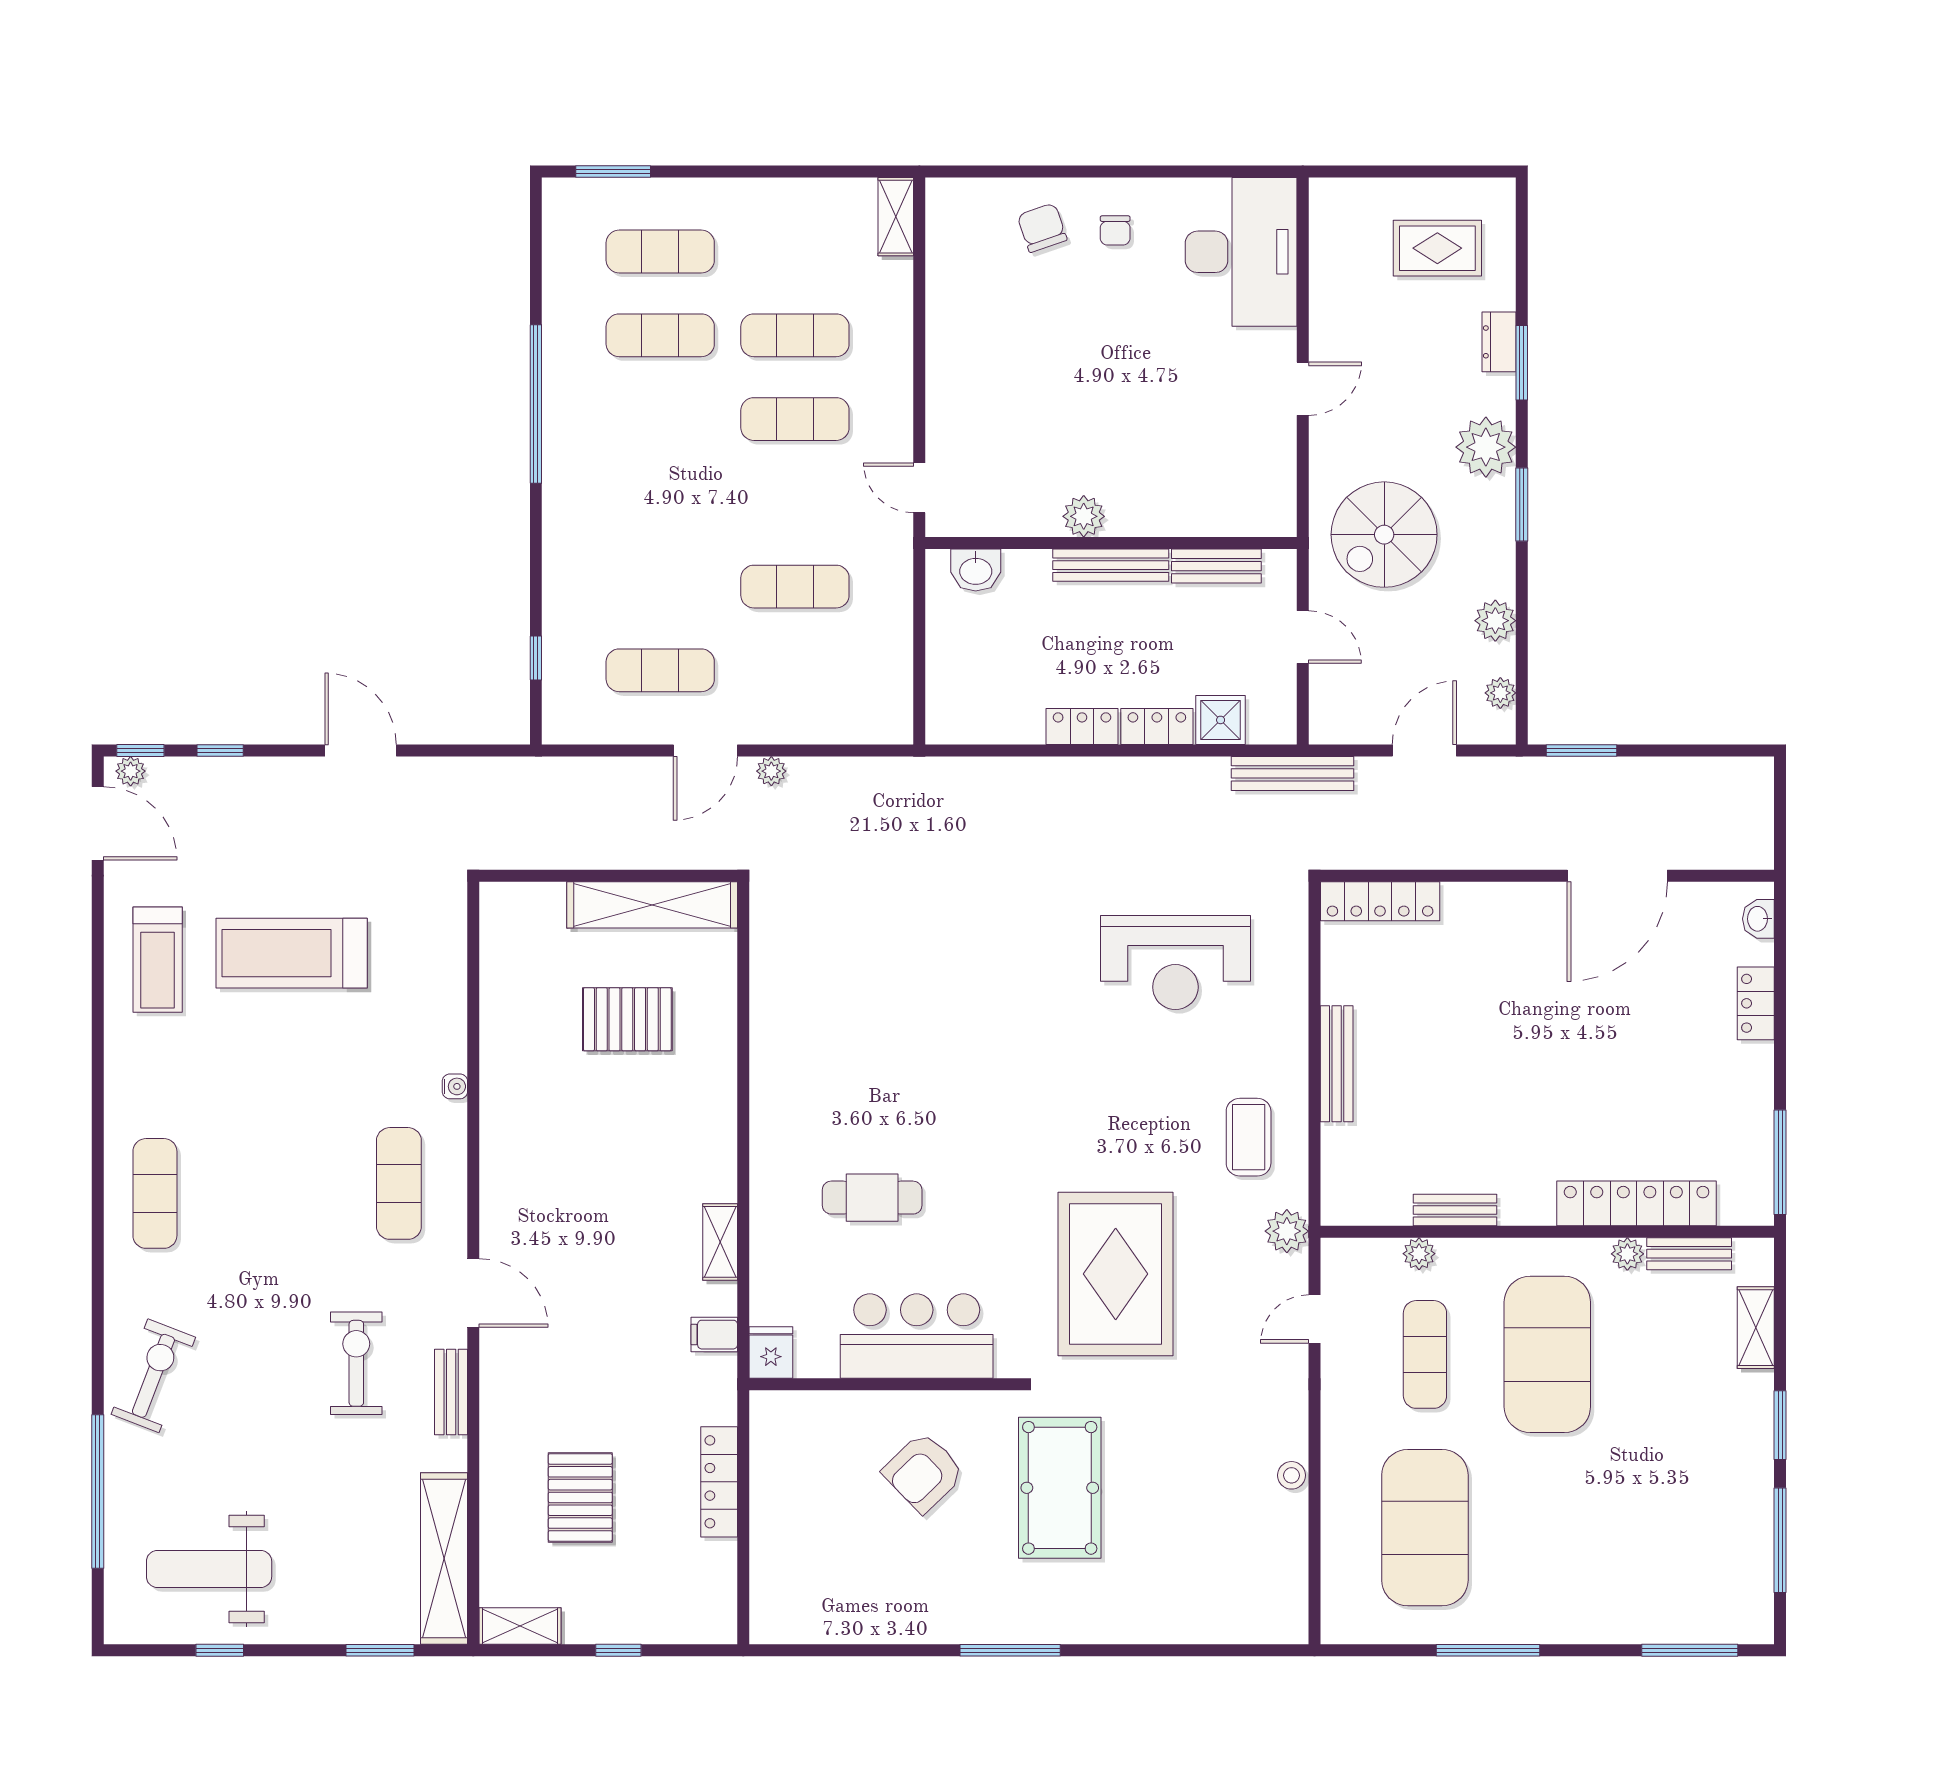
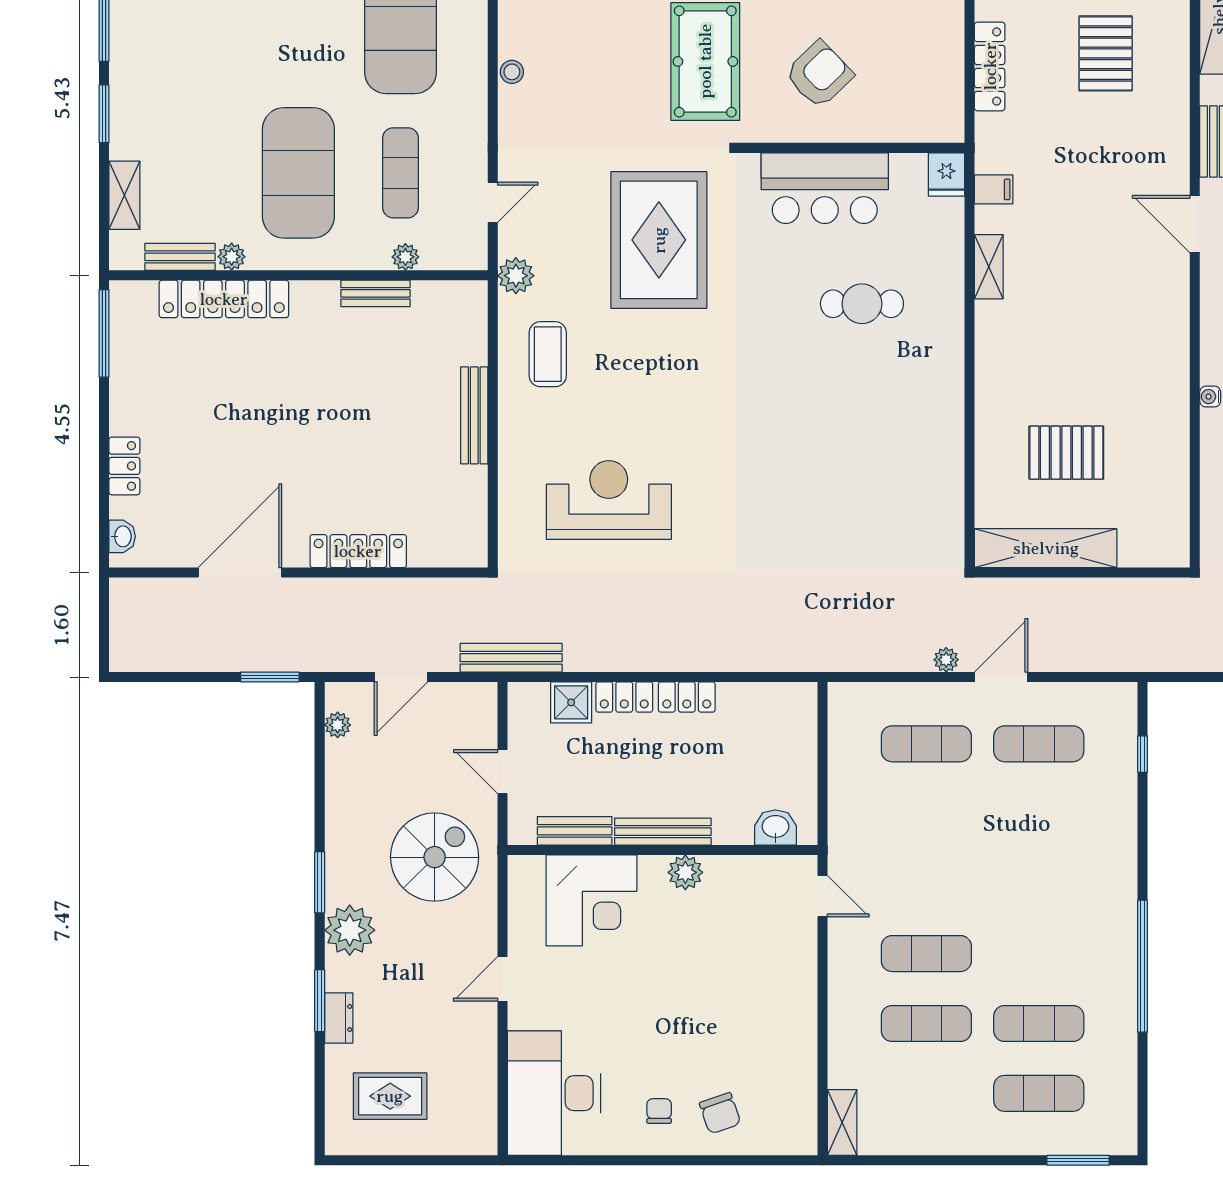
corner desk: (1196, 483) -> (591, 900), added
exercise mat: (795, 587) -> (926, 744), moved
plant: (1495, 621) -> (342, 785), removed
locker: (1380, 901) -> (358, 551), moved

